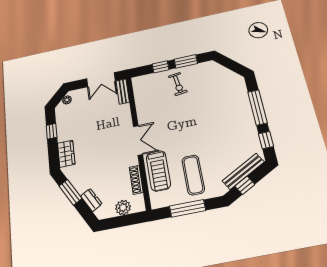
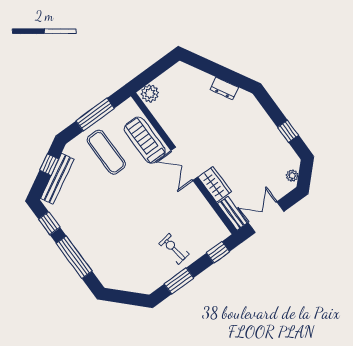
window: (161, 67) -> (218, 252), moved
wardrobe: (66, 154) -> (215, 184), moved, turned 180
shoe rack: (136, 180) -> (163, 120), removed
window: (70, 192) -> (226, 75), removed
dresser: (91, 200) -> (224, 88), moved
plant: (123, 207) -> (150, 93), moved

